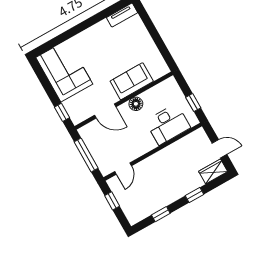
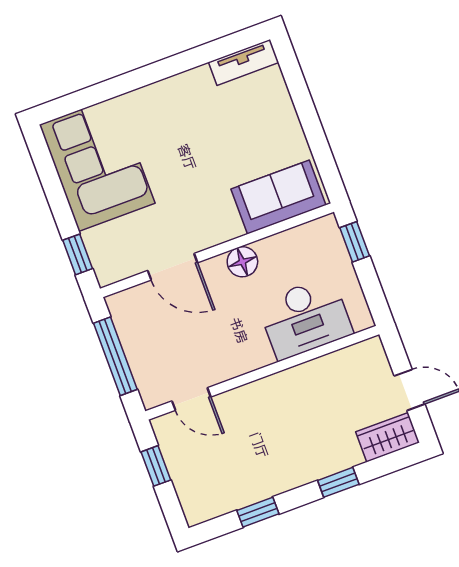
sofa: (132, 81) -> (278, 197), moved
window: (193, 103) -> (355, 242), moved
door: (123, 169) -> (191, 399), hinge flipped

